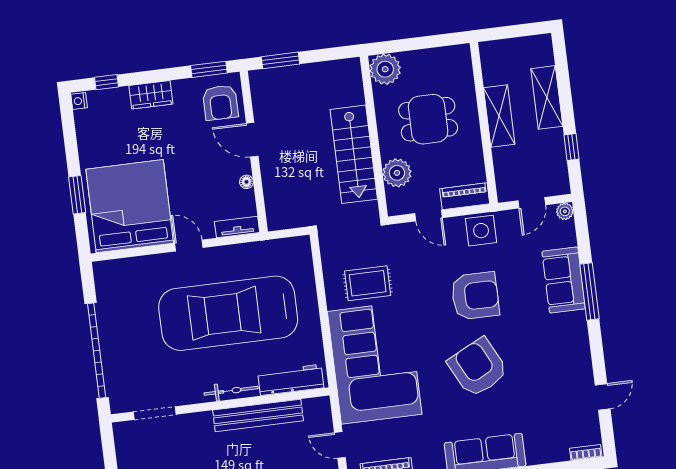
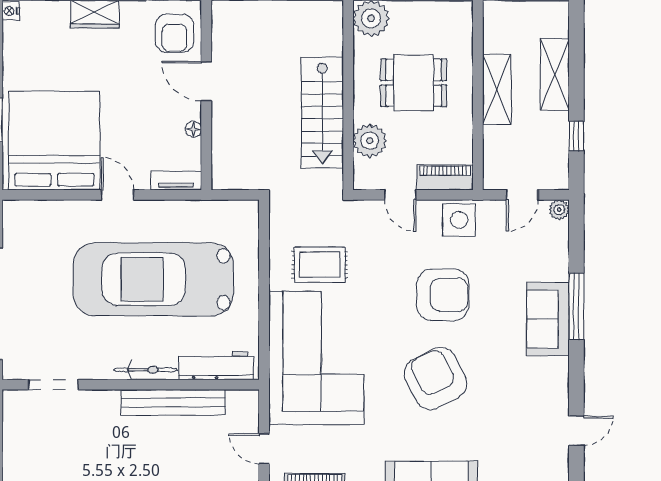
sofa: (564, 280) -> (548, 319), moved

